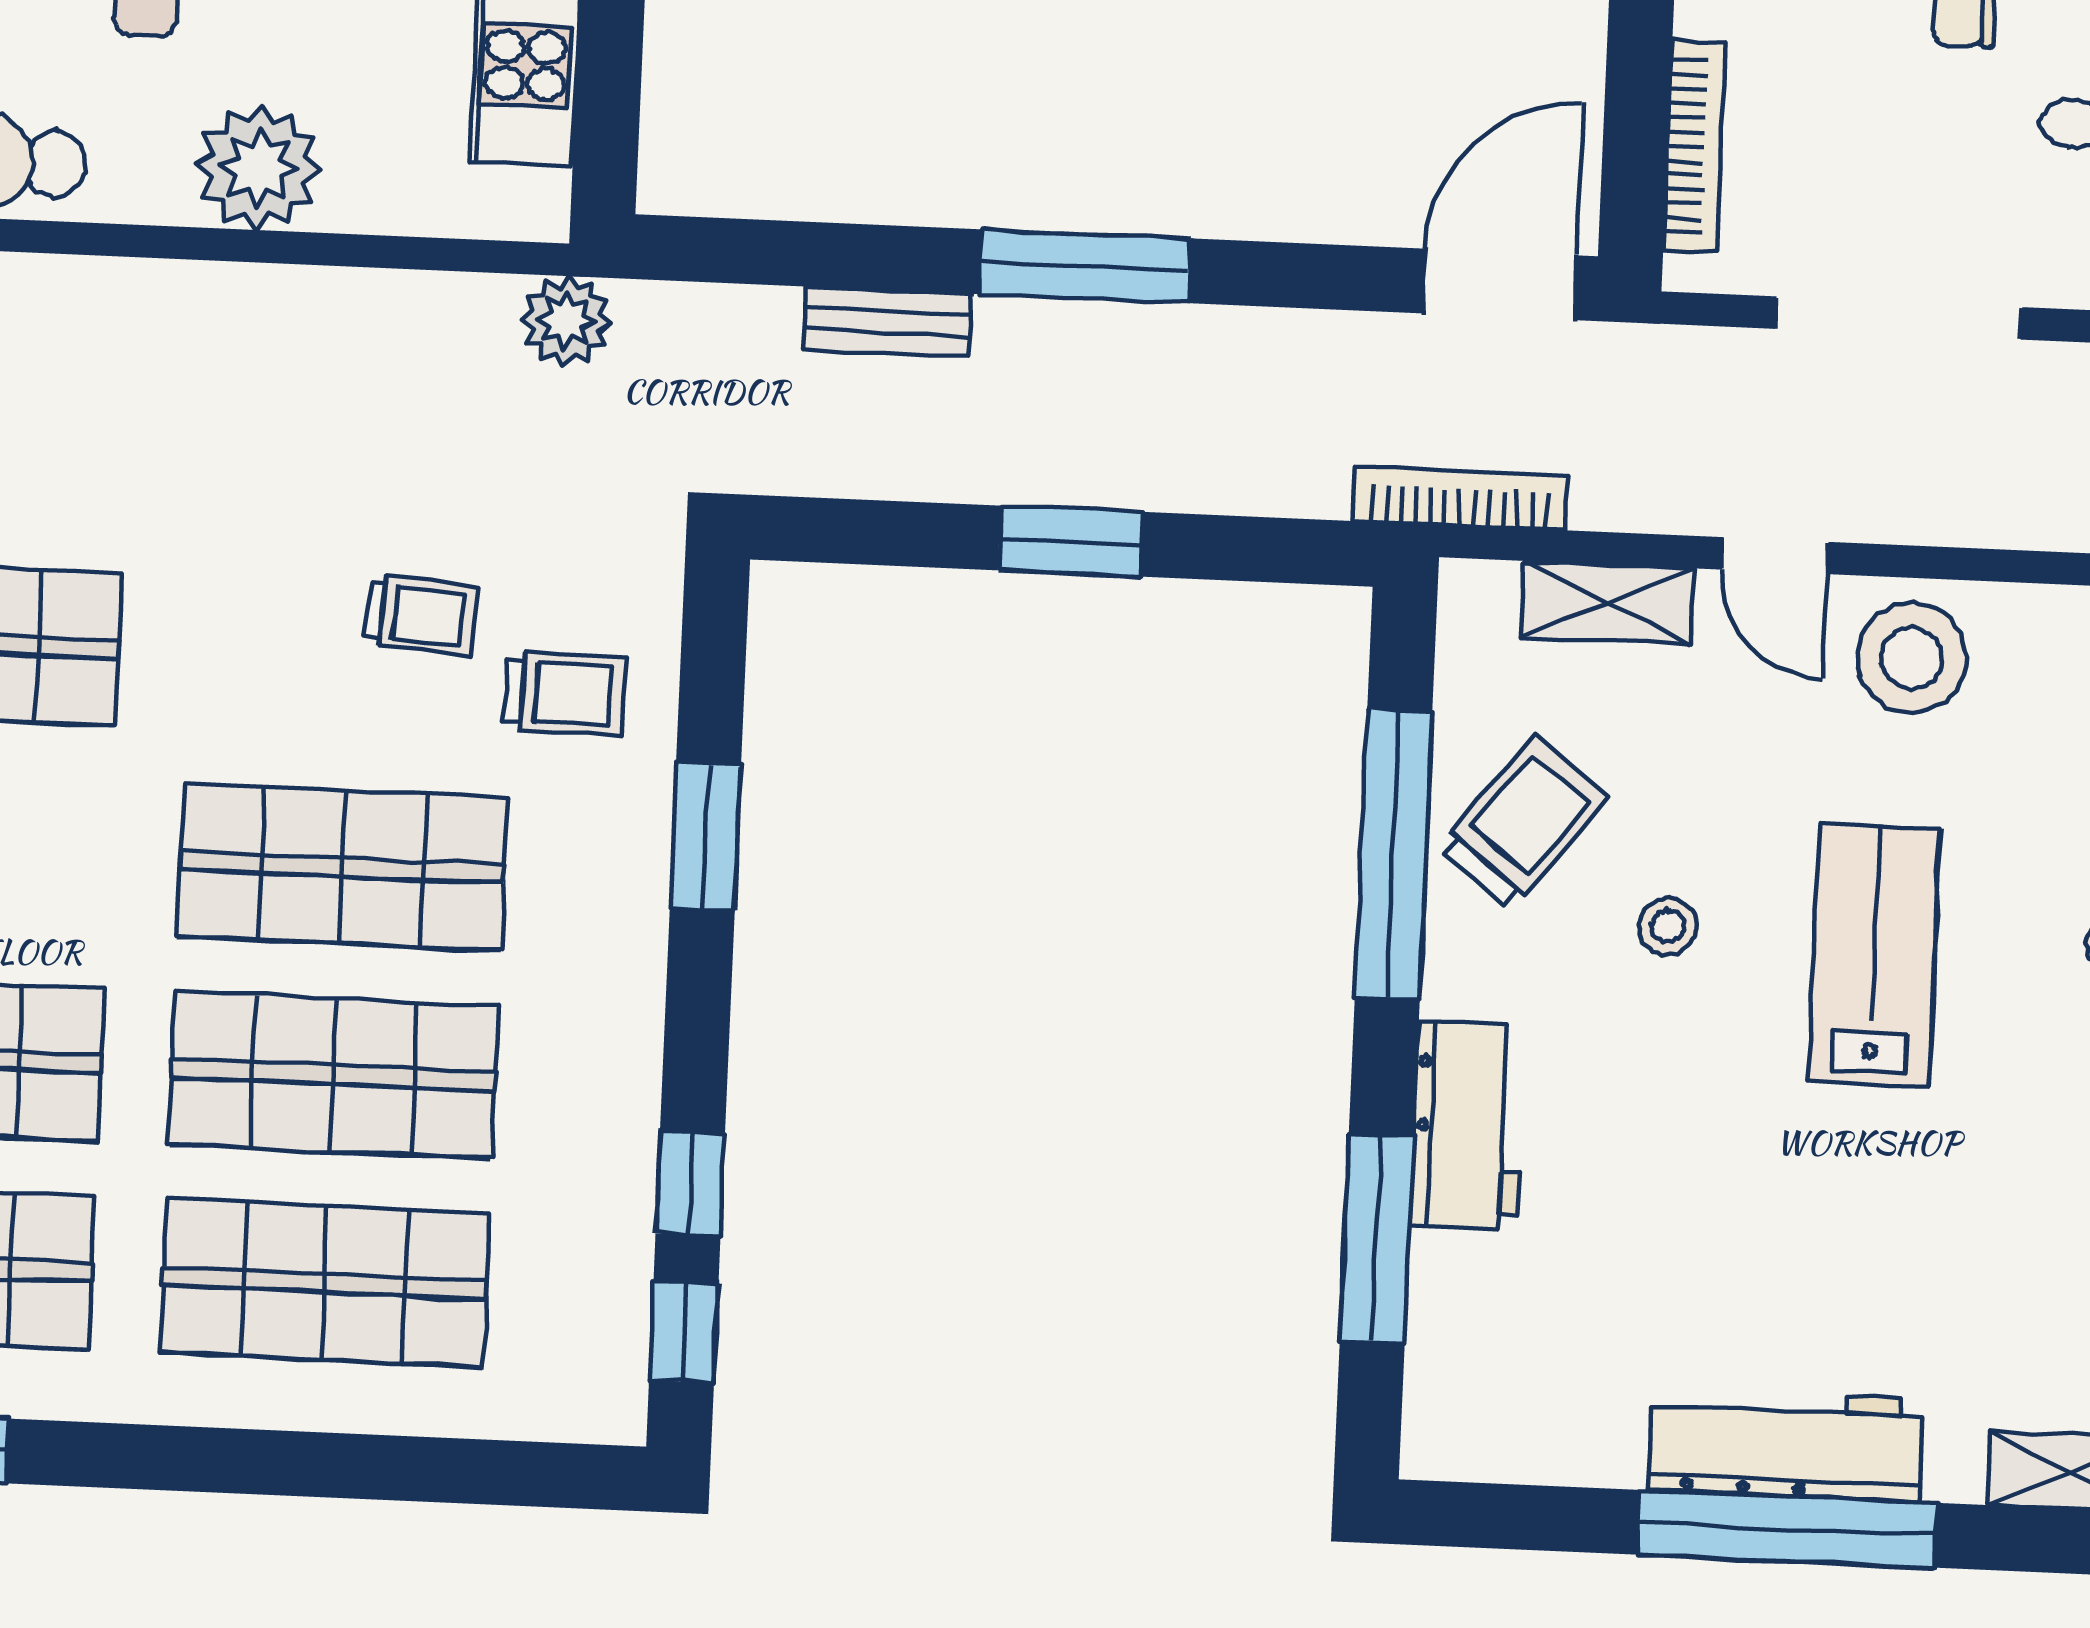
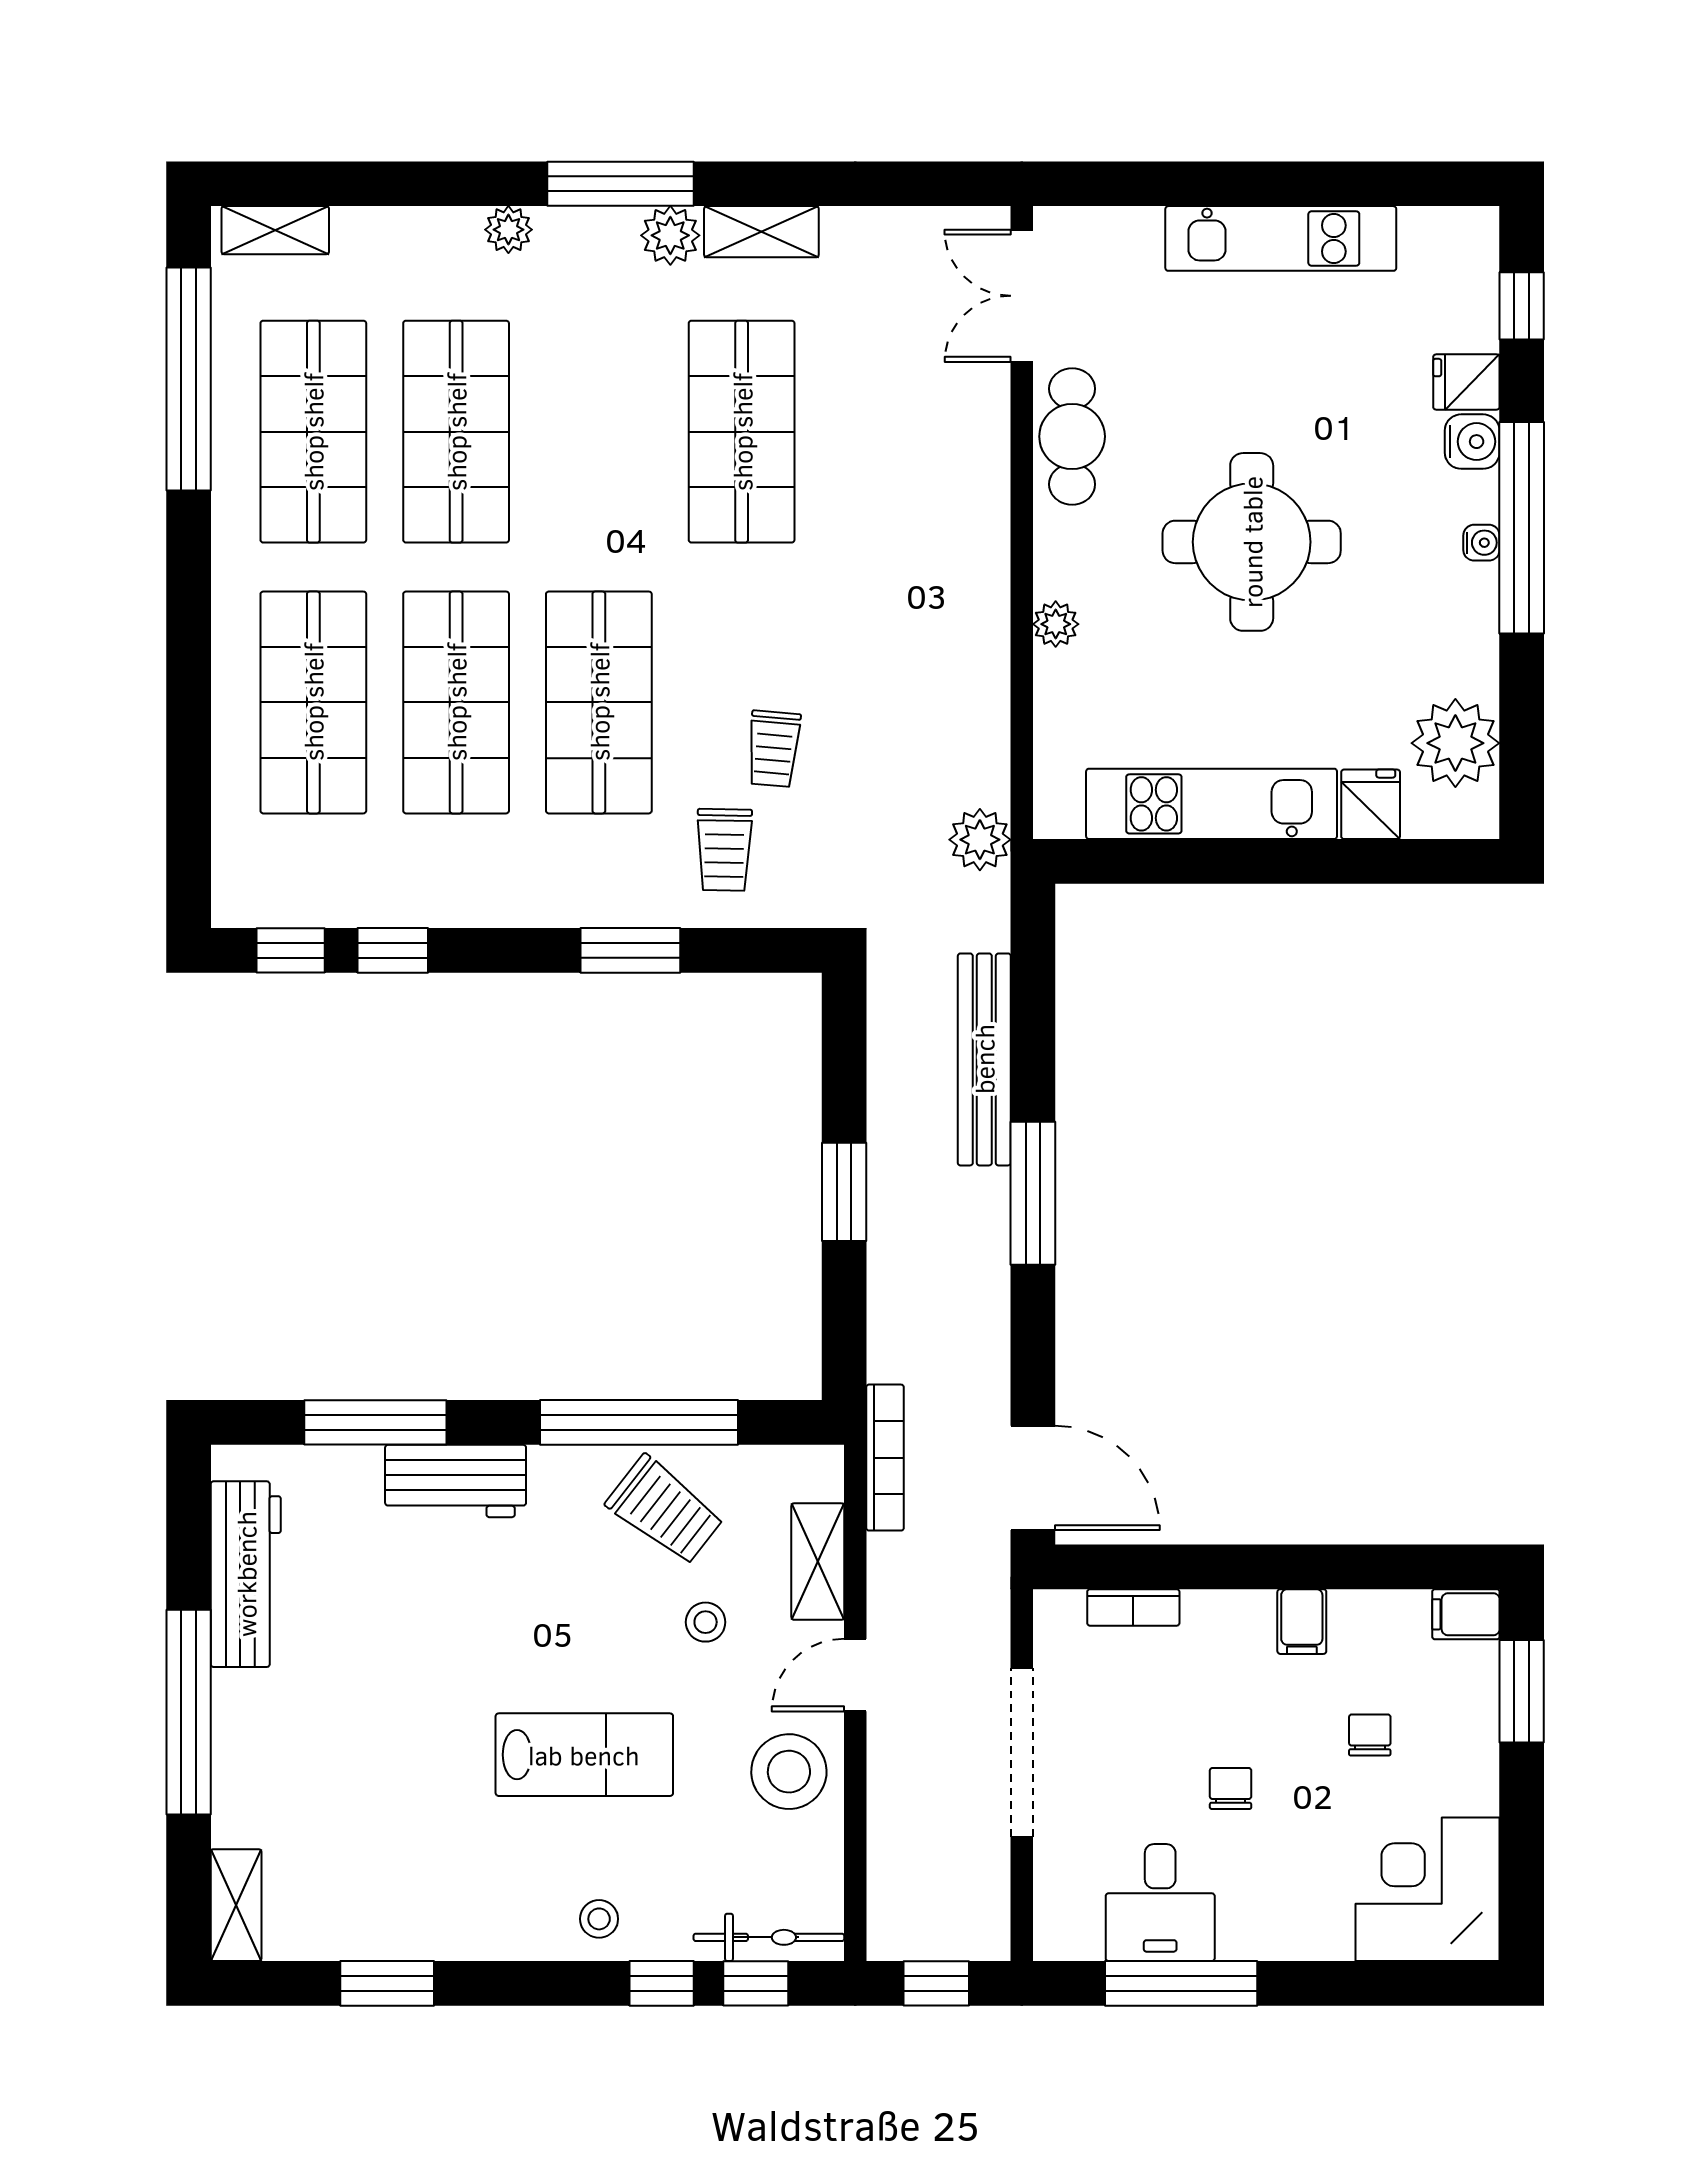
bookcase: (1694, 146) -> (1133, 1607), width x0.64
plant: (259, 168) -> (1056, 624), width x0.53, depth x0.53
bench: (887, 322) -> (984, 1059), width x1.86, depth x1.21
stool: (1668, 926) -> (706, 1622), moved
workbench: (1785, 1445) -> (246, 1574), moved

